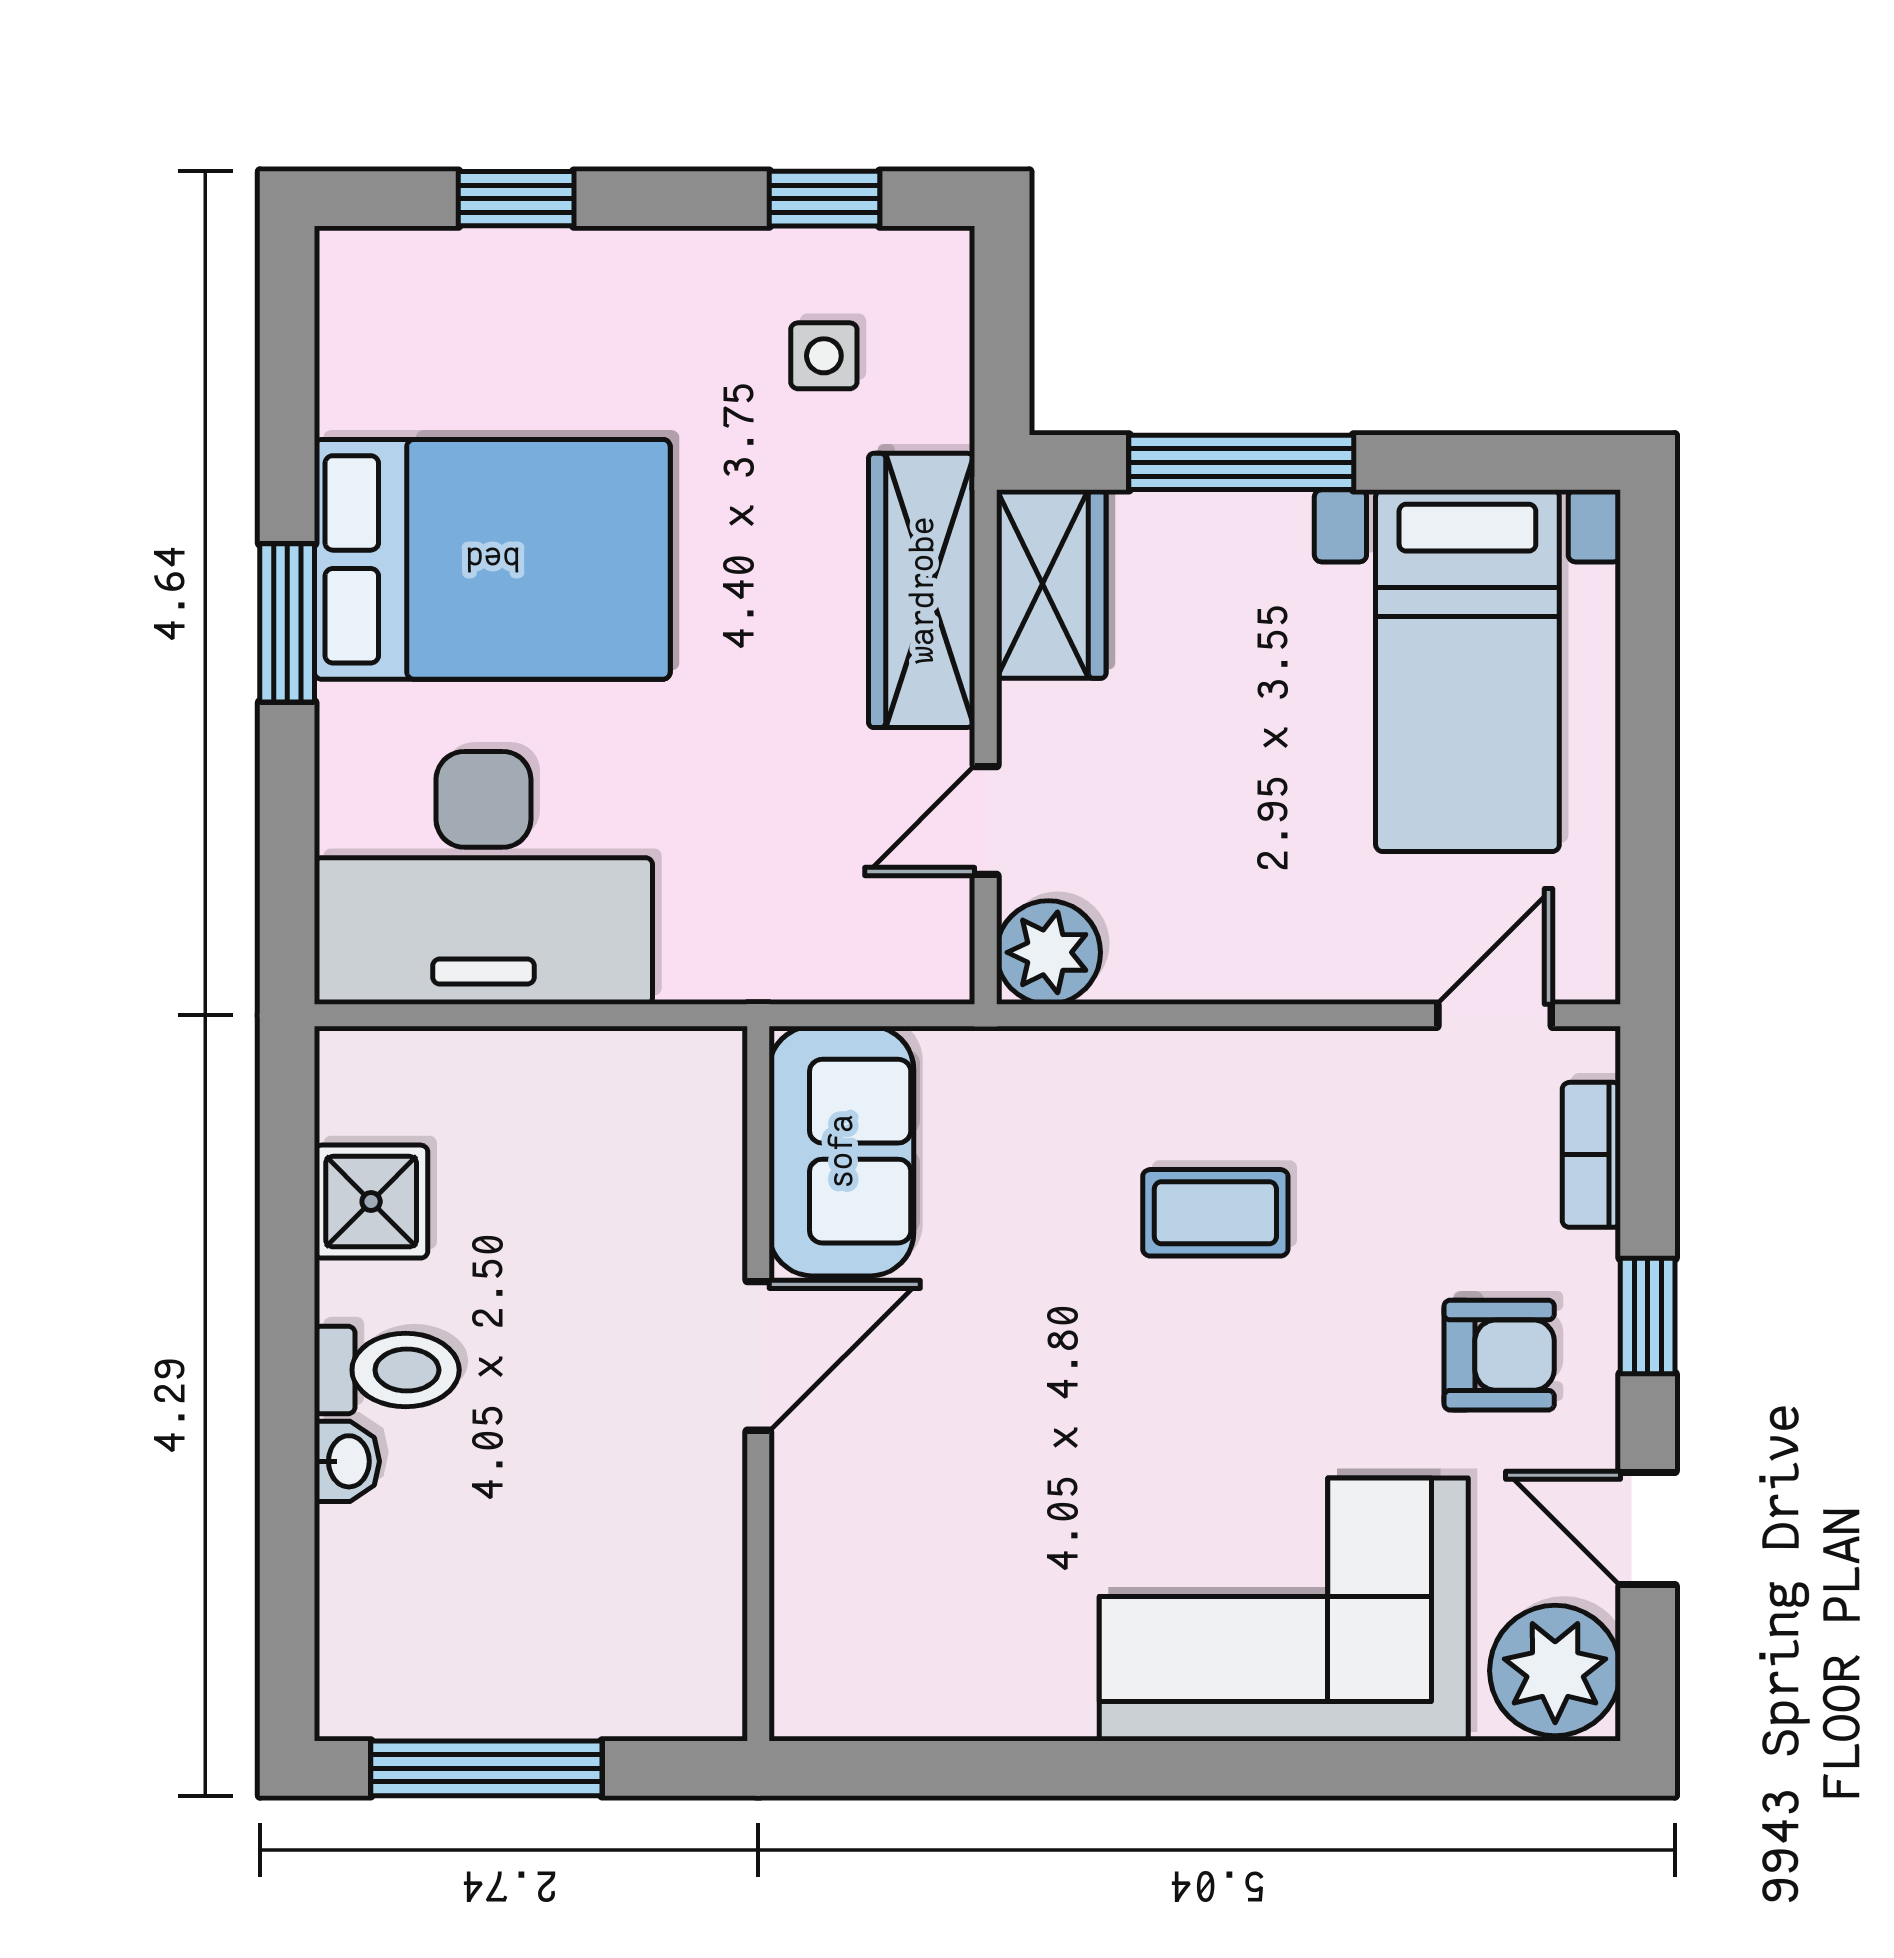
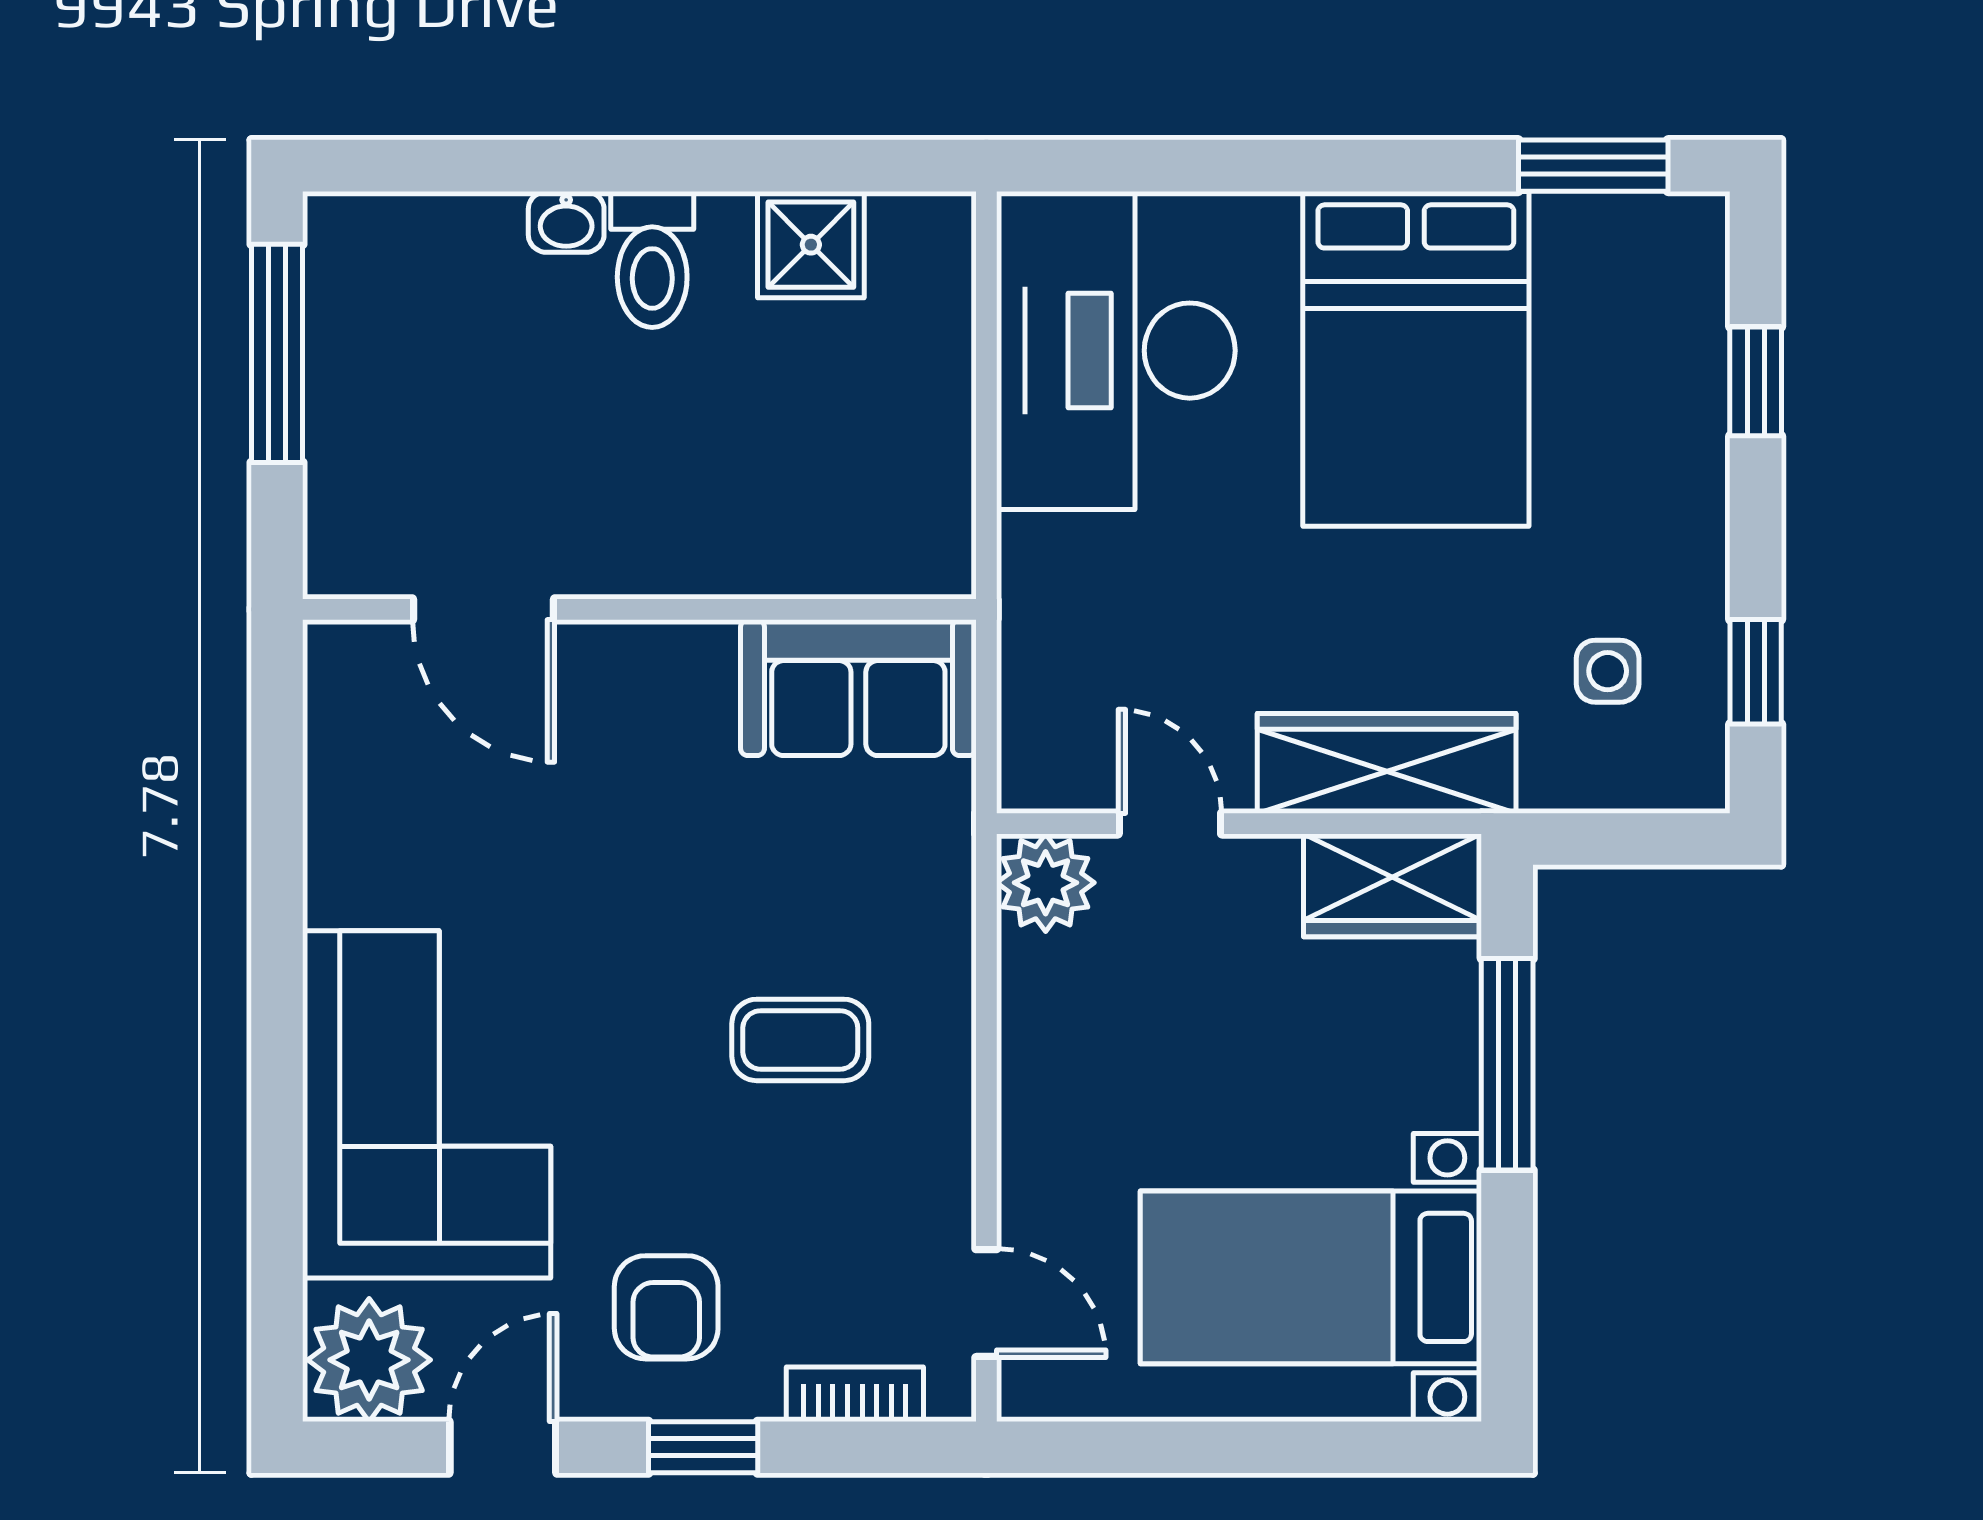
window: (287, 623) -> (1593, 166), moved
coffee table: (1215, 1213) -> (800, 1040), turned 90
door: (758, 1356) -> (484, 609), moved

